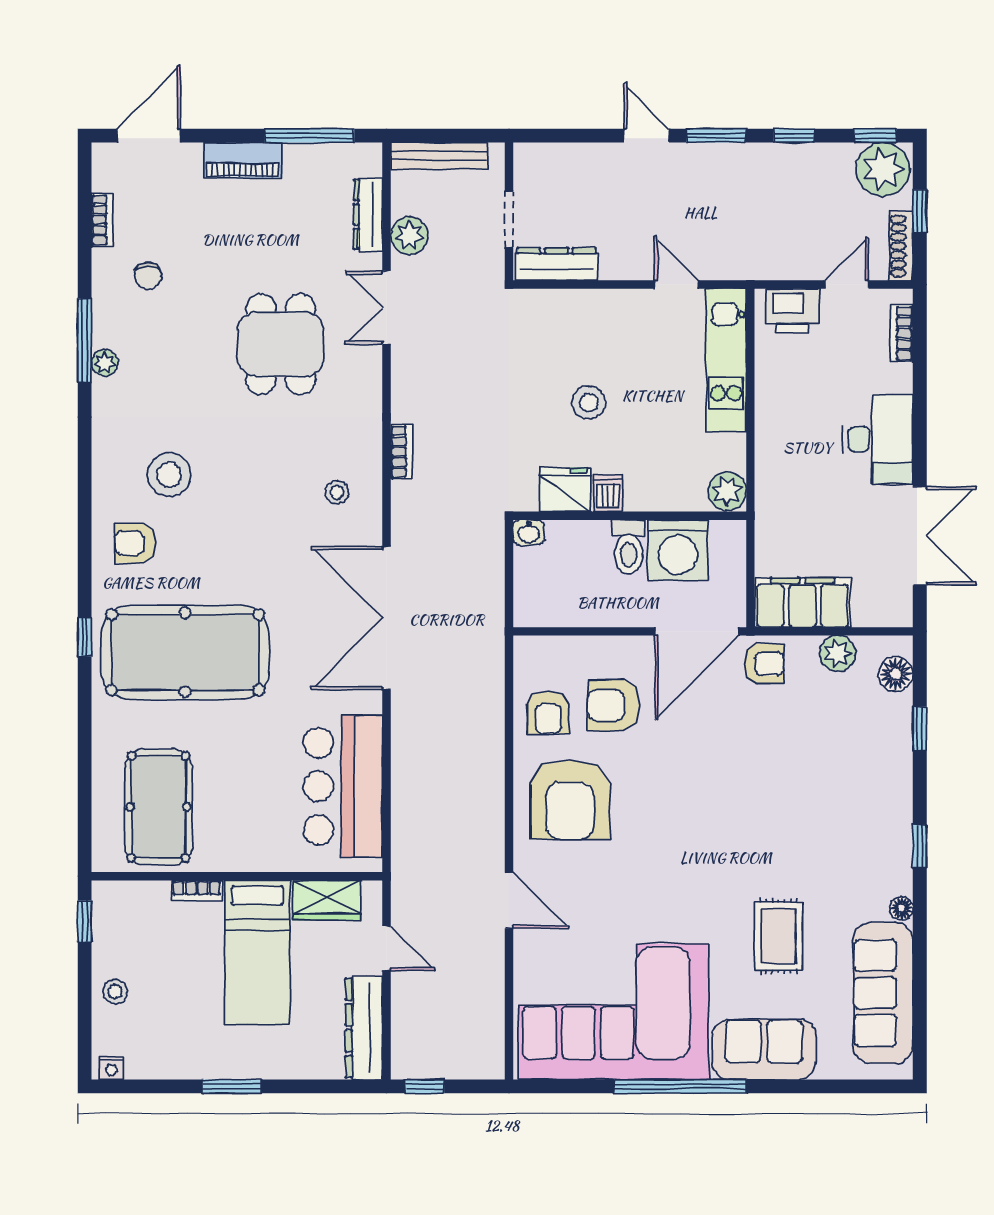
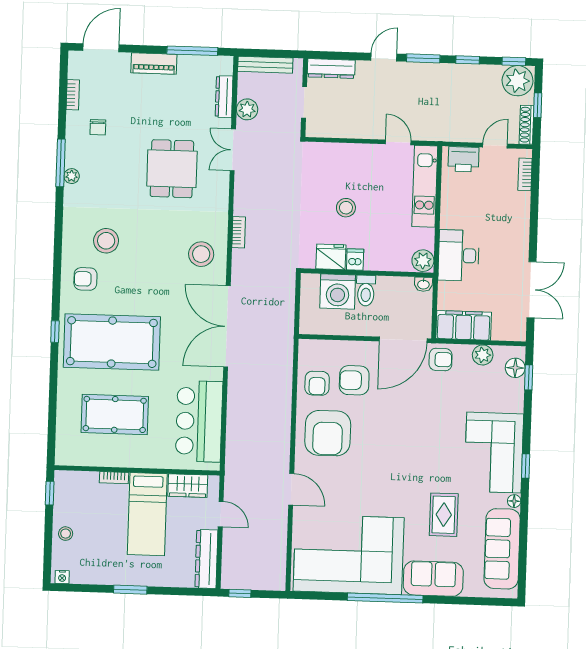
door: (647, 136) -> (384, 57), hinge flipped
dresser: (557, 264) -> (331, 69), moved, turned 180
desk: (878, 439) -> (459, 255), moved, turned 180
stool: (337, 492) -> (201, 254), width x1.89, depth x1.89
washbasin: (529, 532) -> (423, 284), moved
washing machine: (678, 550) -> (338, 291), moved
window: (920, 729) -> (529, 377), moved
pool table: (158, 807) -> (115, 414), moved, turned 90
corner sofa: (863, 824) -> (494, 453), added

